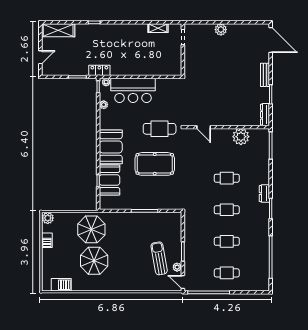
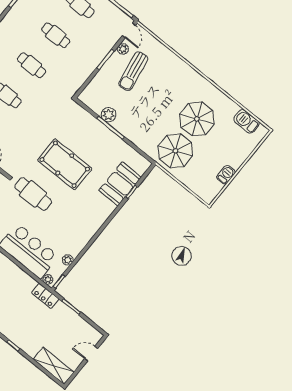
booth: (111, 147) -> (93, 214), removed
plant: (48, 218) -> (108, 115), moved

